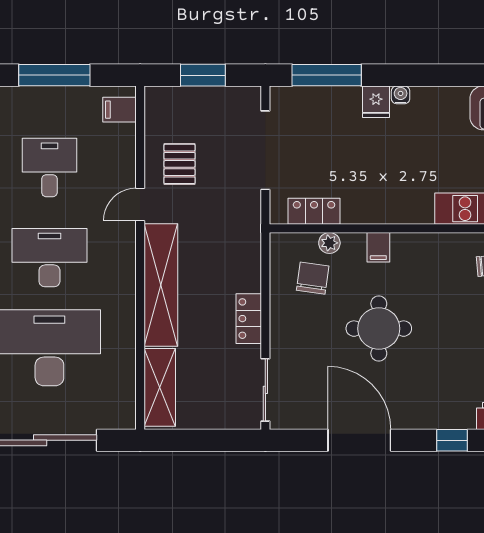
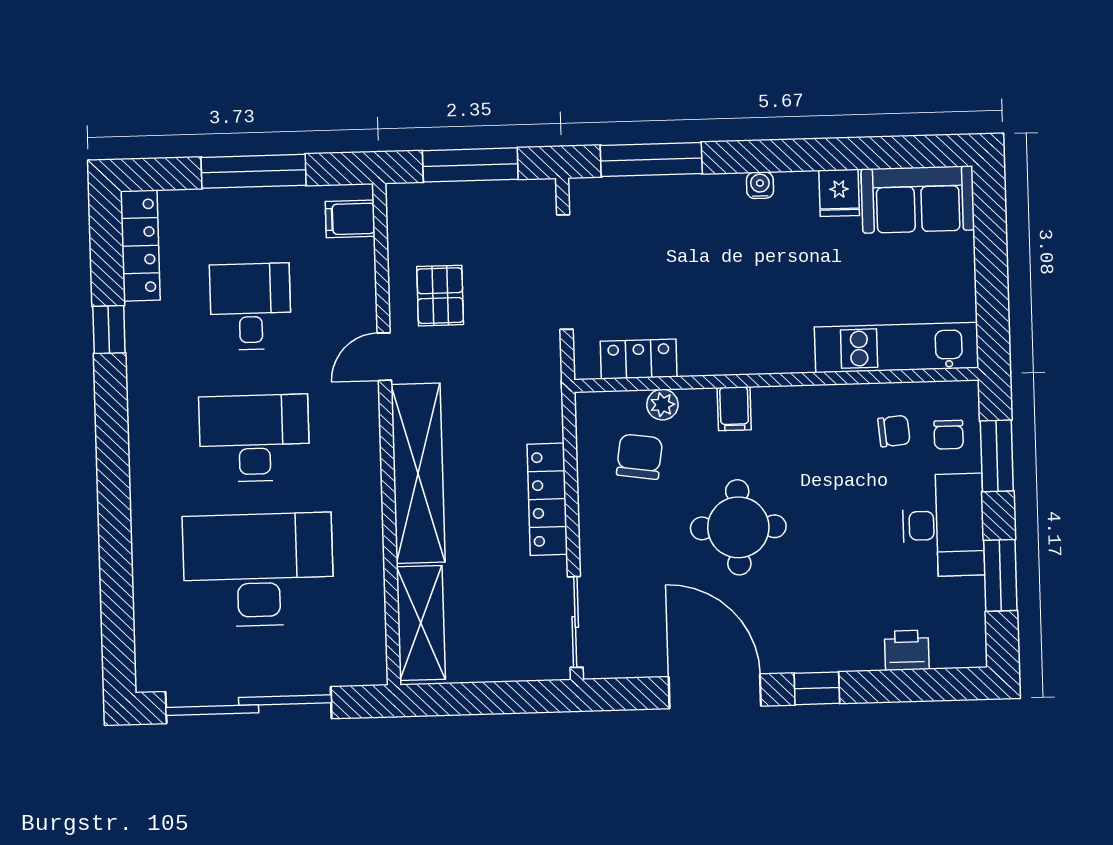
window: (203, 75) -> (470, 165), width x1.44
fridge: (376, 102) -> (839, 193), moved
locker: (249, 319) -> (547, 499), width x1.53
window: (452, 440) -> (817, 688), moved

